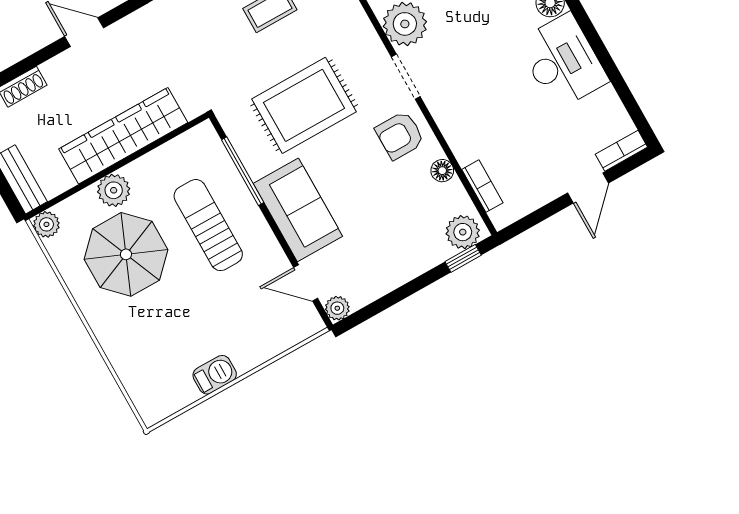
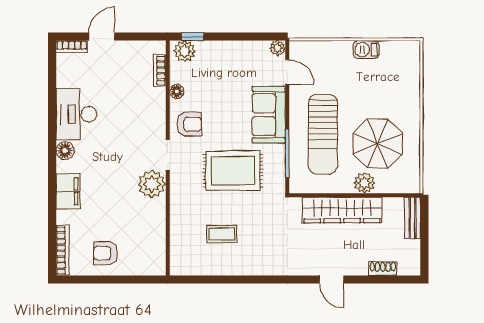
plant: (46, 224) -> (412, 185), removed
sun lounger: (208, 225) -> (323, 134), width x1.36, depth x1.34

